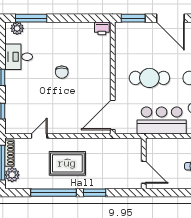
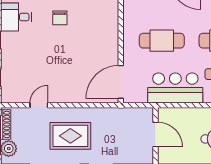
chair: (62, 72) -> (60, 18), moved
door: (144, 172) -> (156, 135), moved

